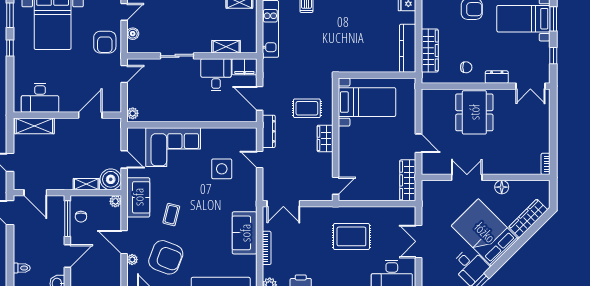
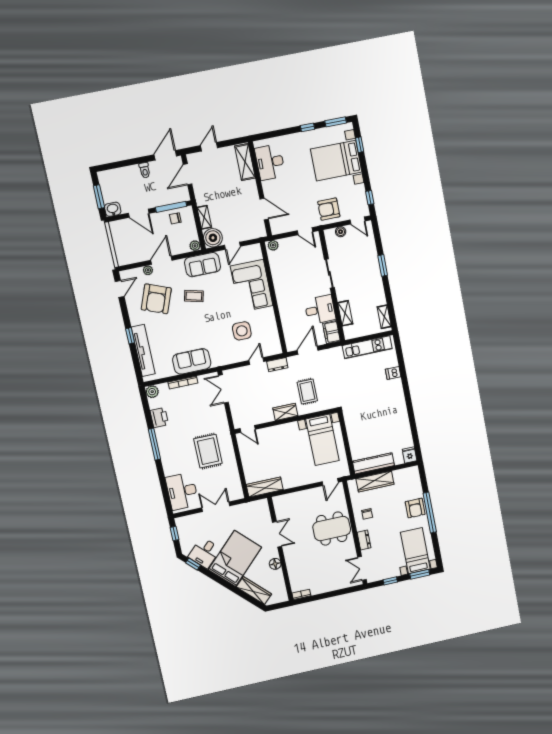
dresser: (269, 131) -> (277, 365), width x0.70
door: (419, 143) -> (330, 482), moved
toilet: (22, 268) -> (145, 170), moved

